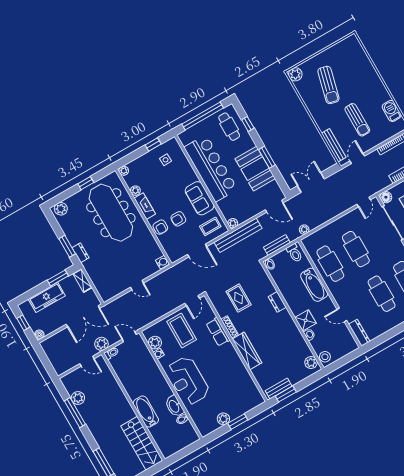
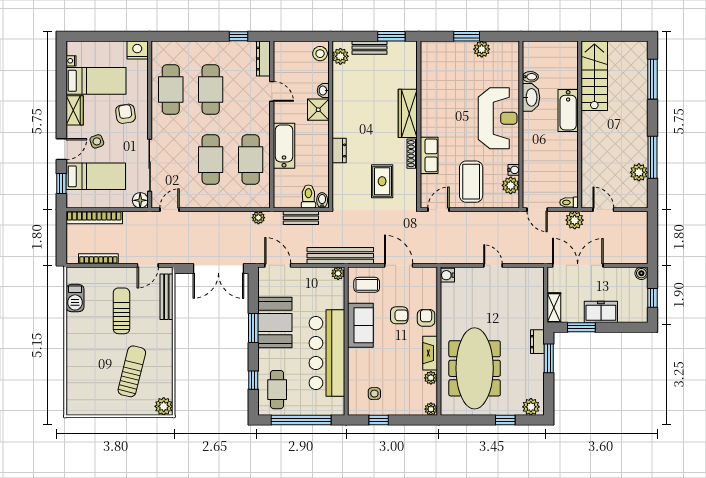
double door: (311, 182) -> (218, 268), width x1.37
window: (86, 183) -> (505, 420), moved
toilet: (294, 253) -> (308, 196), moved
freezer: (47, 297) -> (601, 312), width x0.71
window: (383, 338) -> (238, 36), added
bench: (279, 388) -> (370, 48), moved

